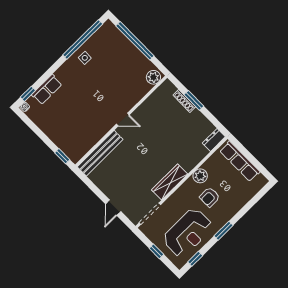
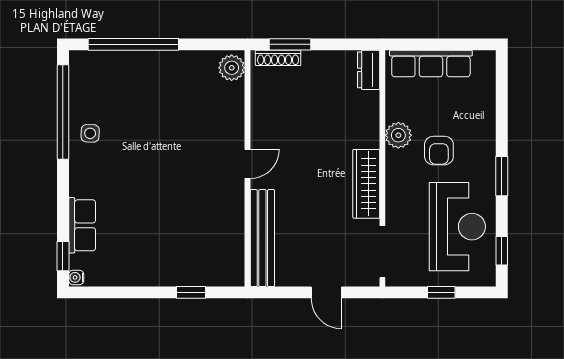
plant: (153, 77) -> (232, 68), moved
door: (123, 120) -> (247, 164), moved
wall: (121, 121) -> (247, 168), moved
bench: (100, 153) -> (262, 238), moved

